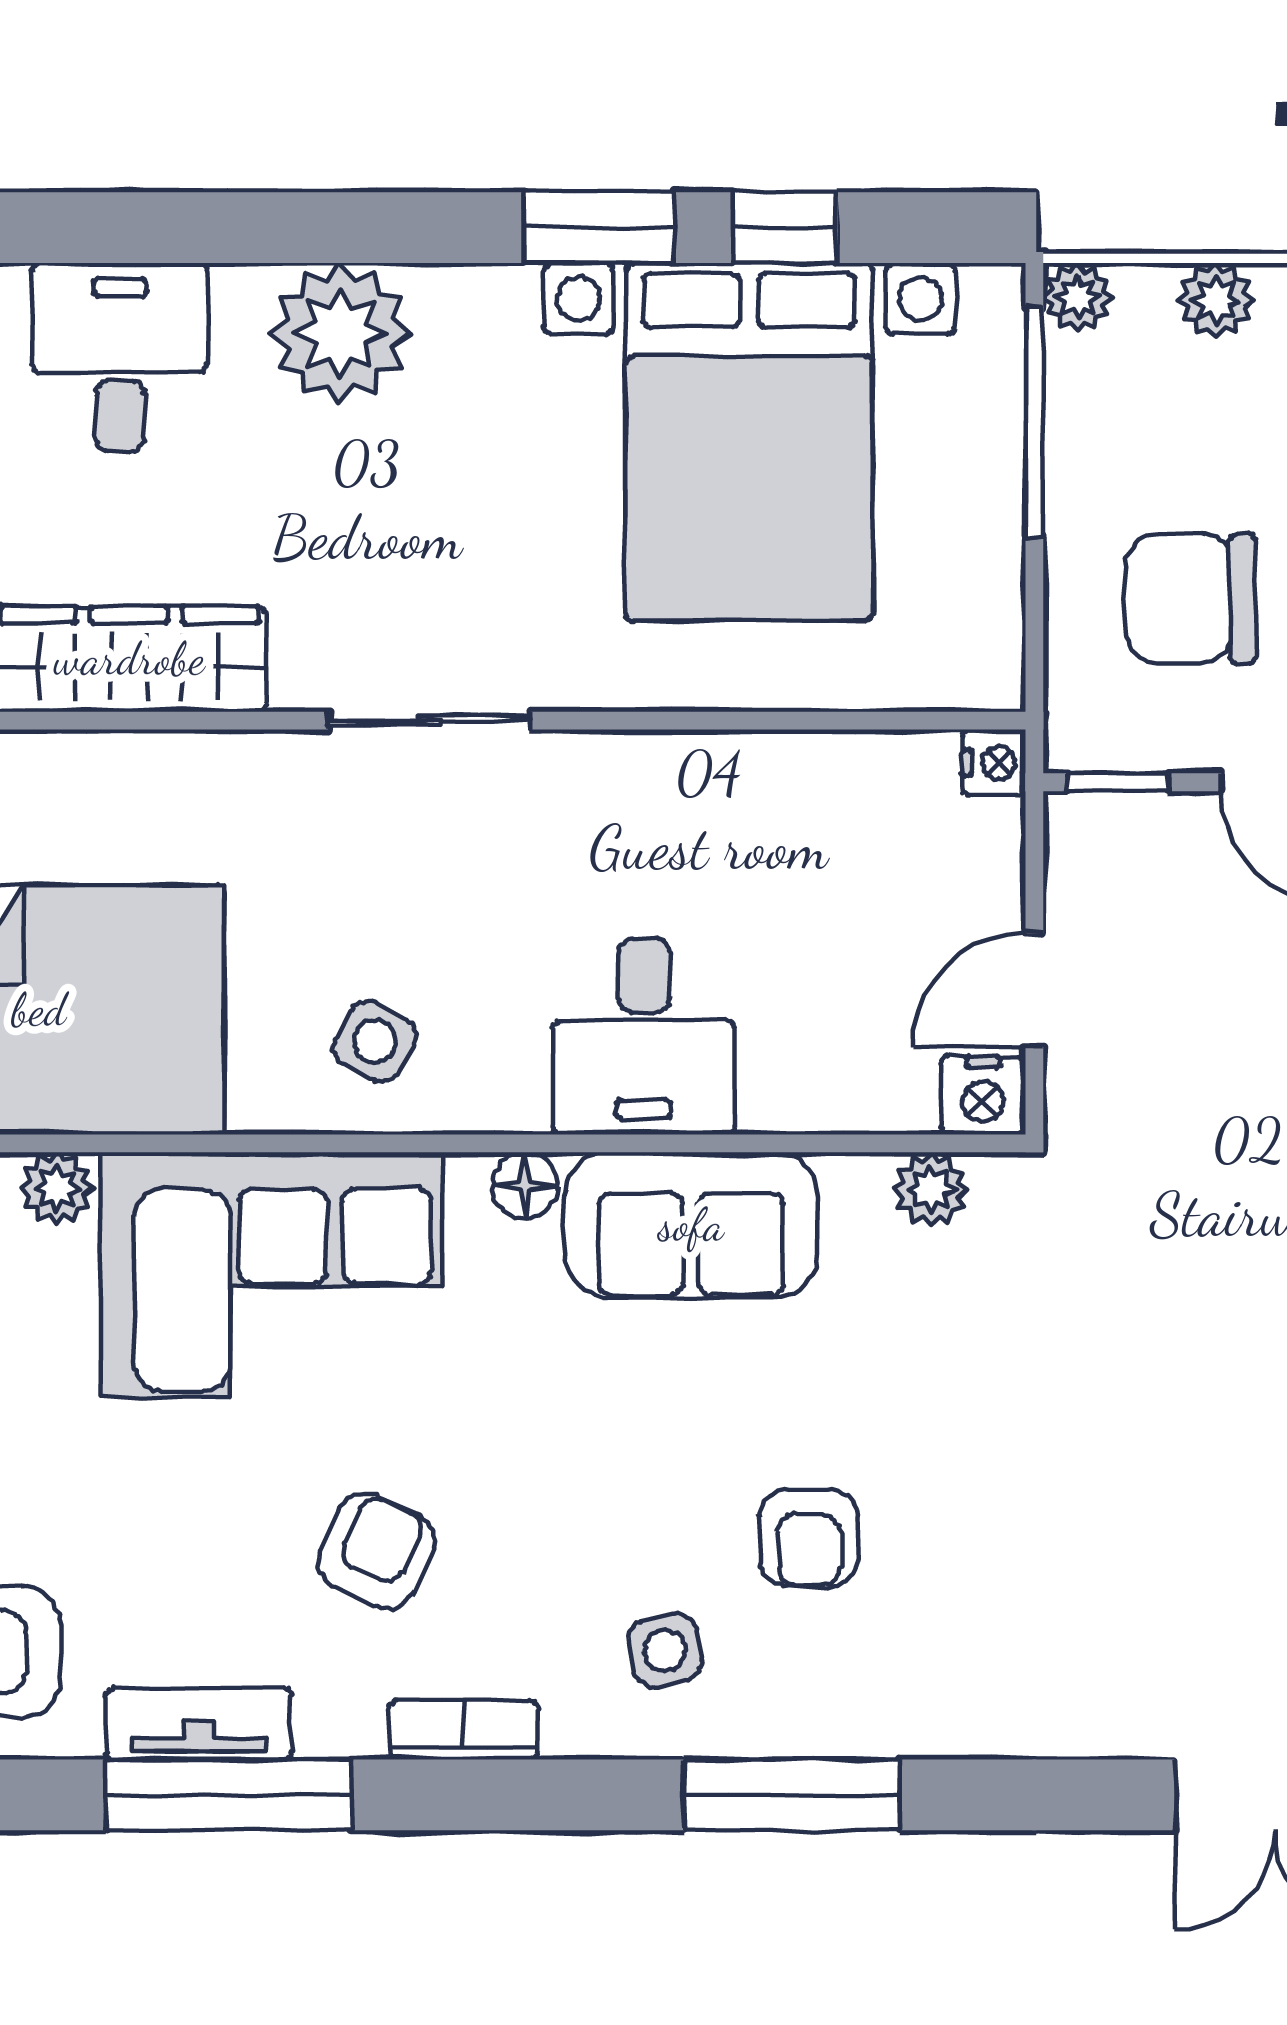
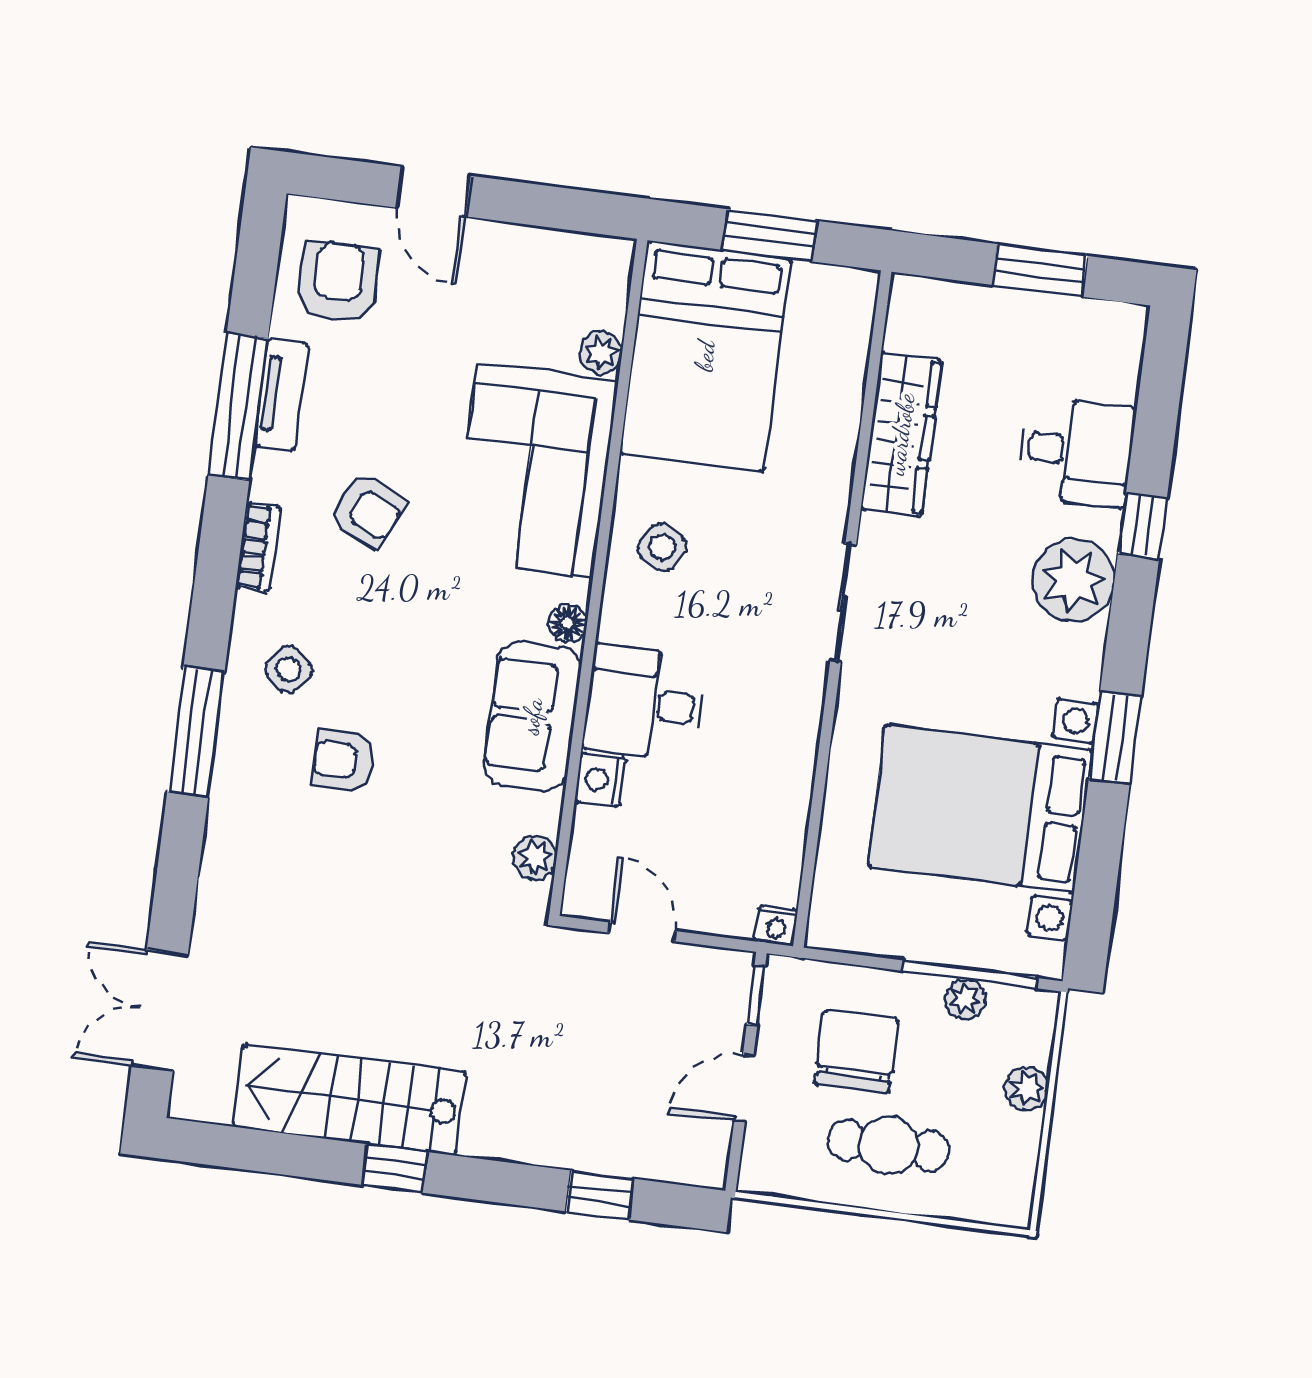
window: (785, 228) -> (1142, 526), moved
plant: (1078, 297) -> (965, 999), moved
nightstand: (983, 1095) -> (600, 780), moved
side table: (665, 1651) -> (289, 669), turned -38

